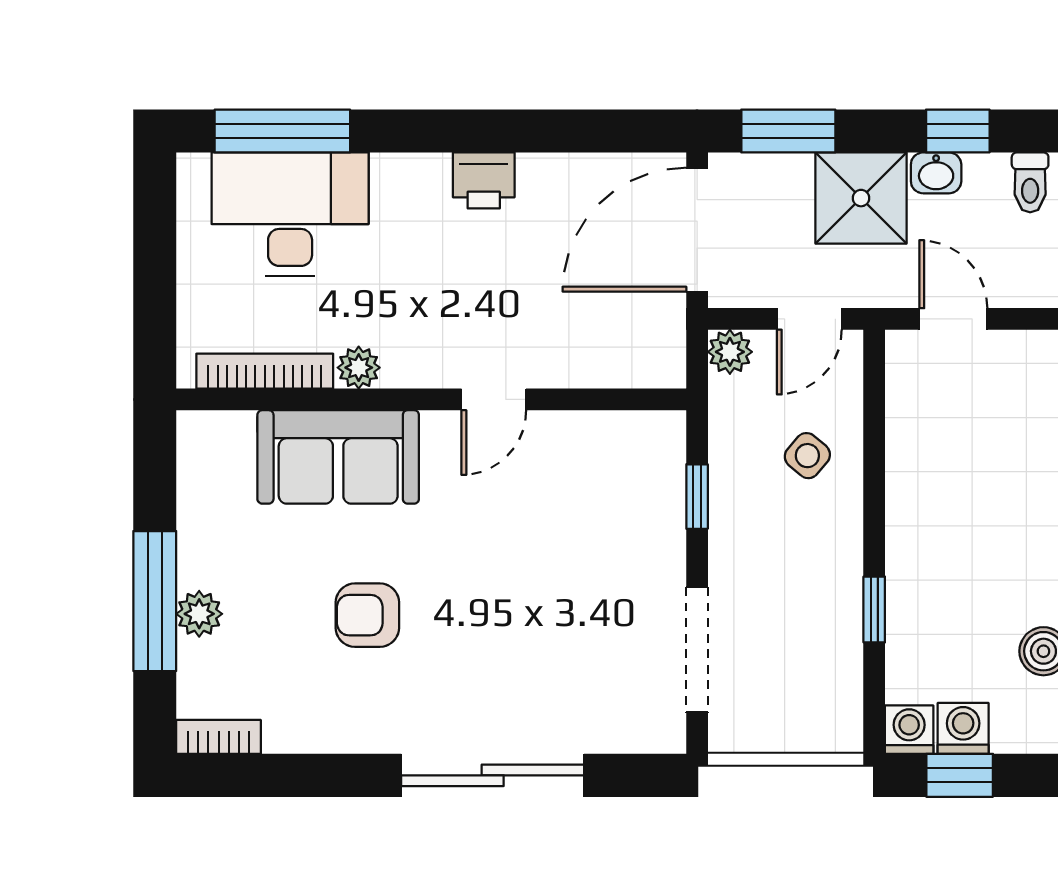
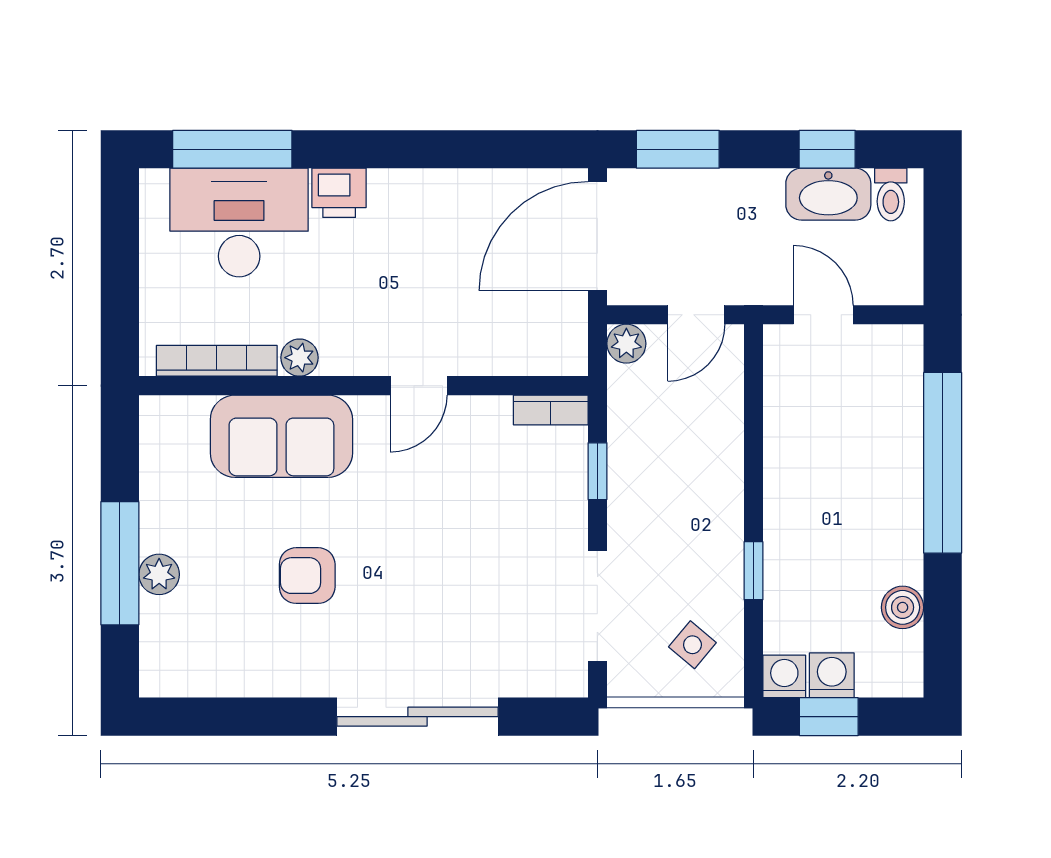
washbasin: (936, 173) -> (828, 194), width x1.91, depth x1.45
printer: (484, 180) -> (339, 193), moved
shower: (861, 198) -> (742, 208), removed
side table: (807, 456) -> (692, 645), moved
bookcase: (219, 737) -> (551, 410), moved, turned 180

